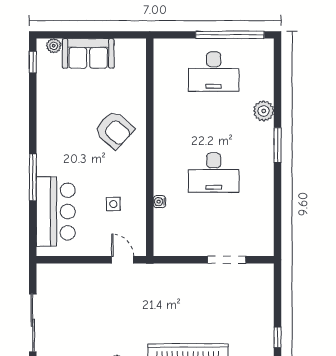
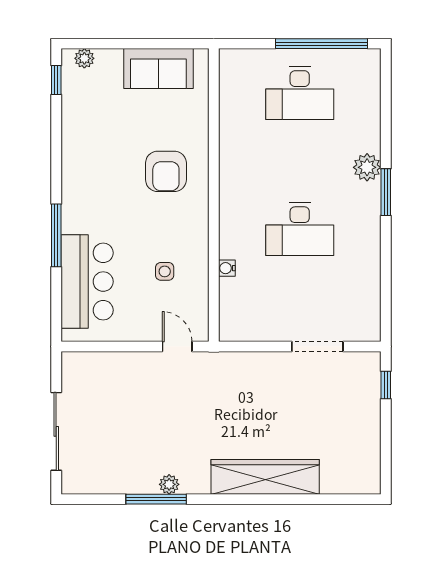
sofa: (88, 53) -> (158, 69), moved
plant: (264, 111) -> (367, 167), moved
armchair: (114, 130) -> (166, 171), turned 48
window: (278, 337) -> (386, 385), moved

